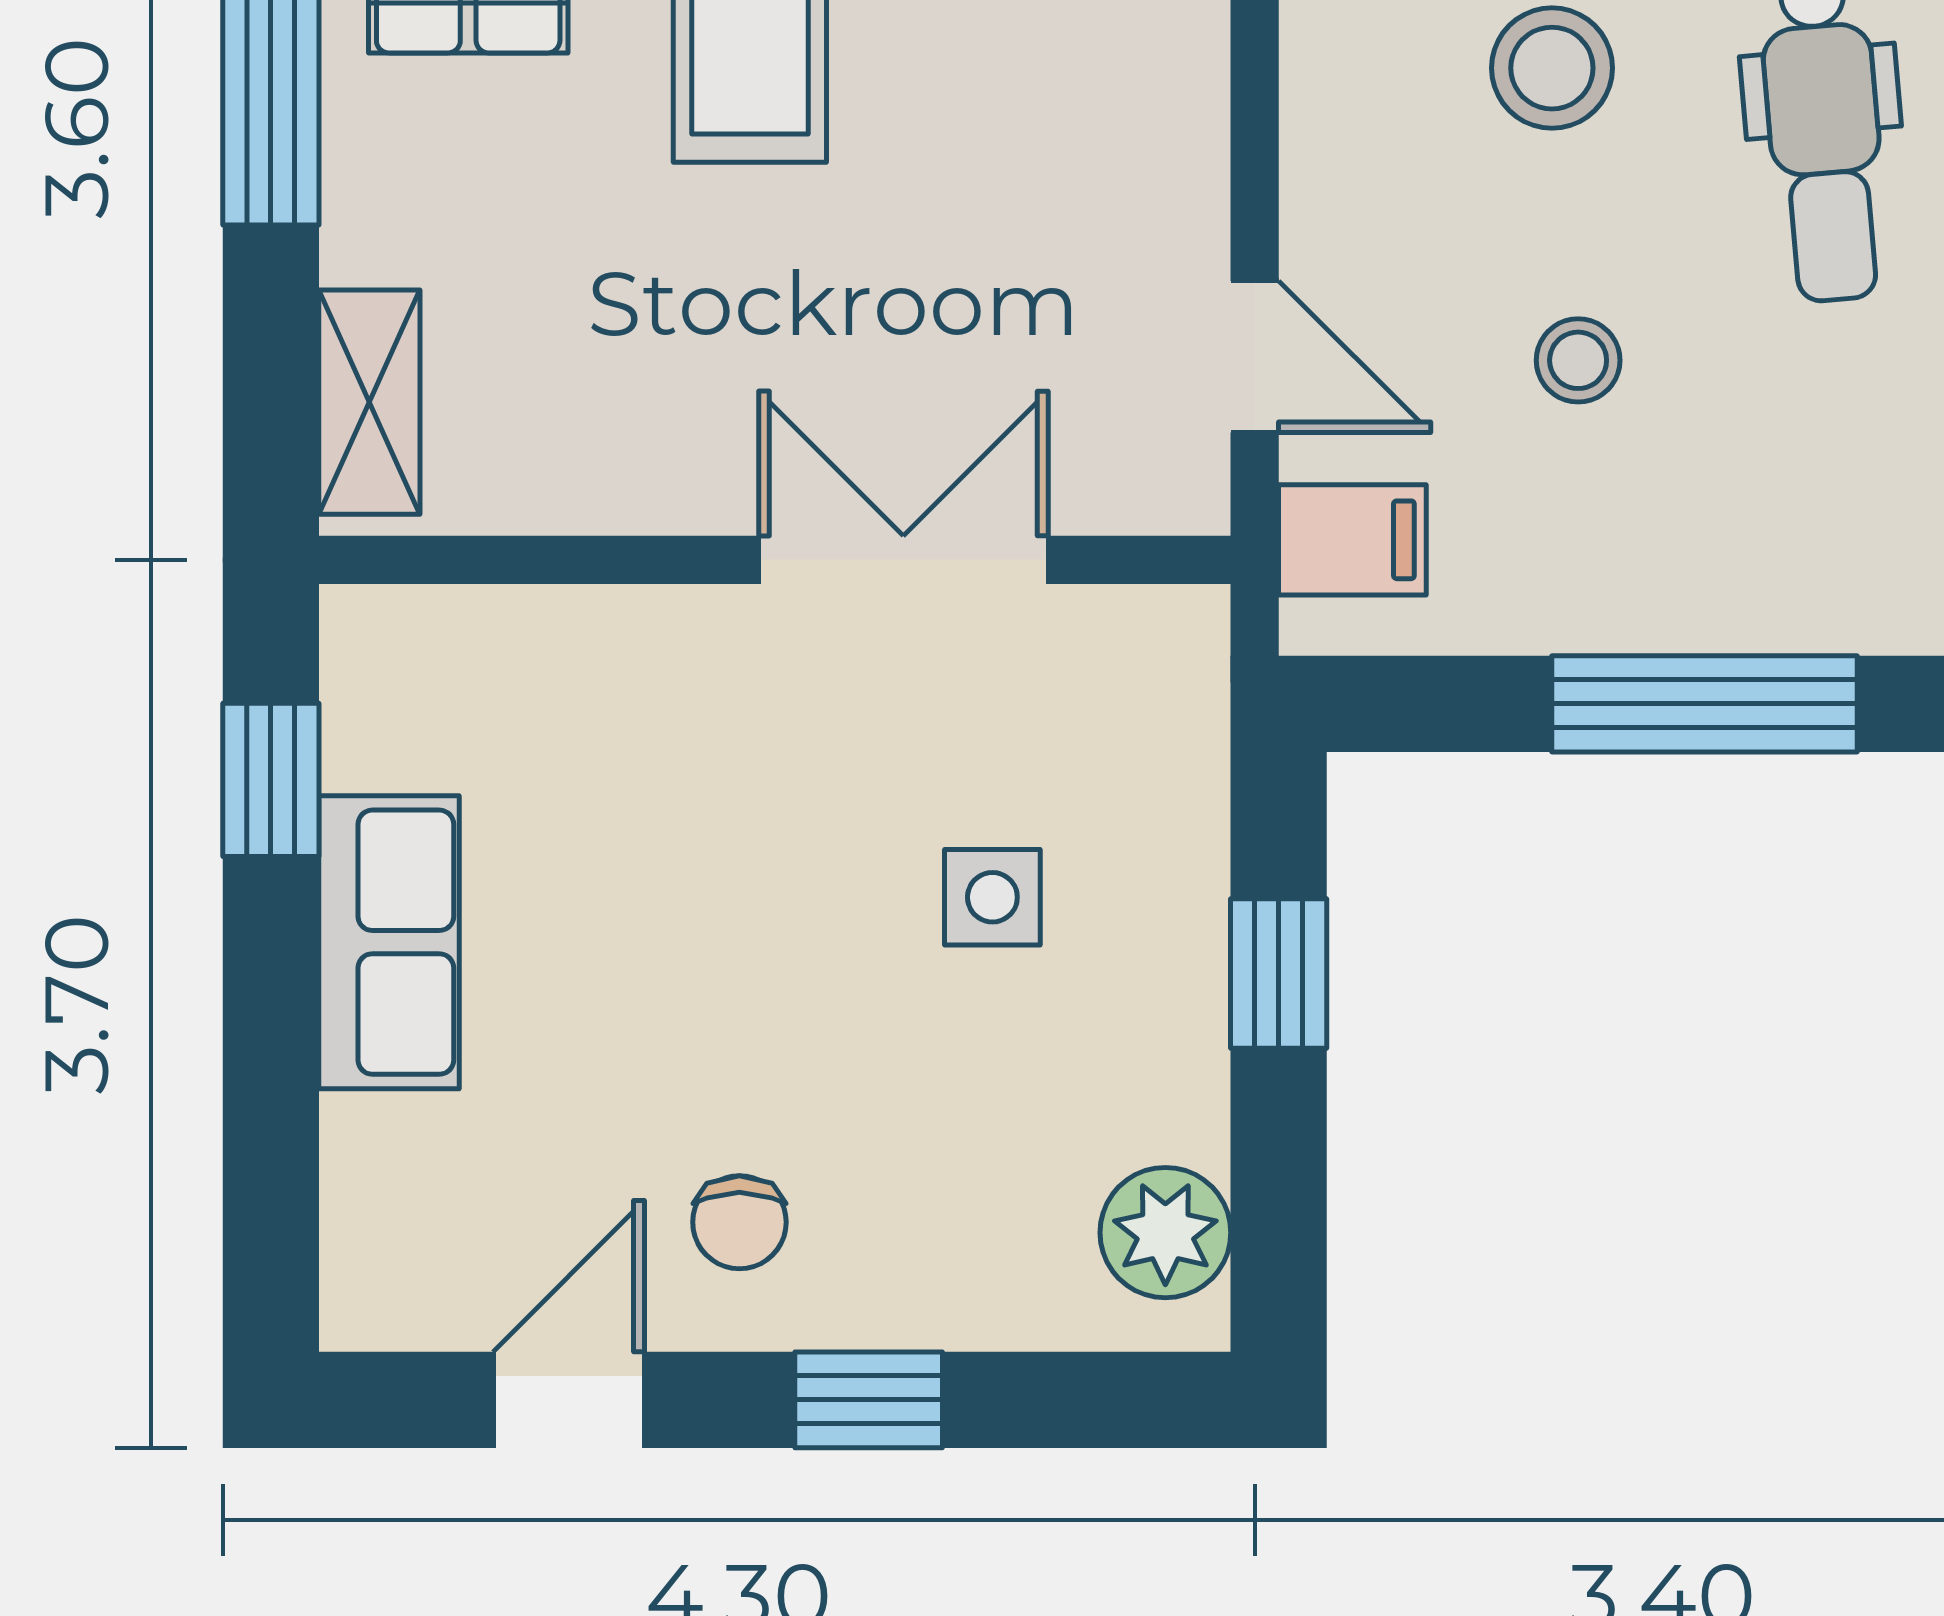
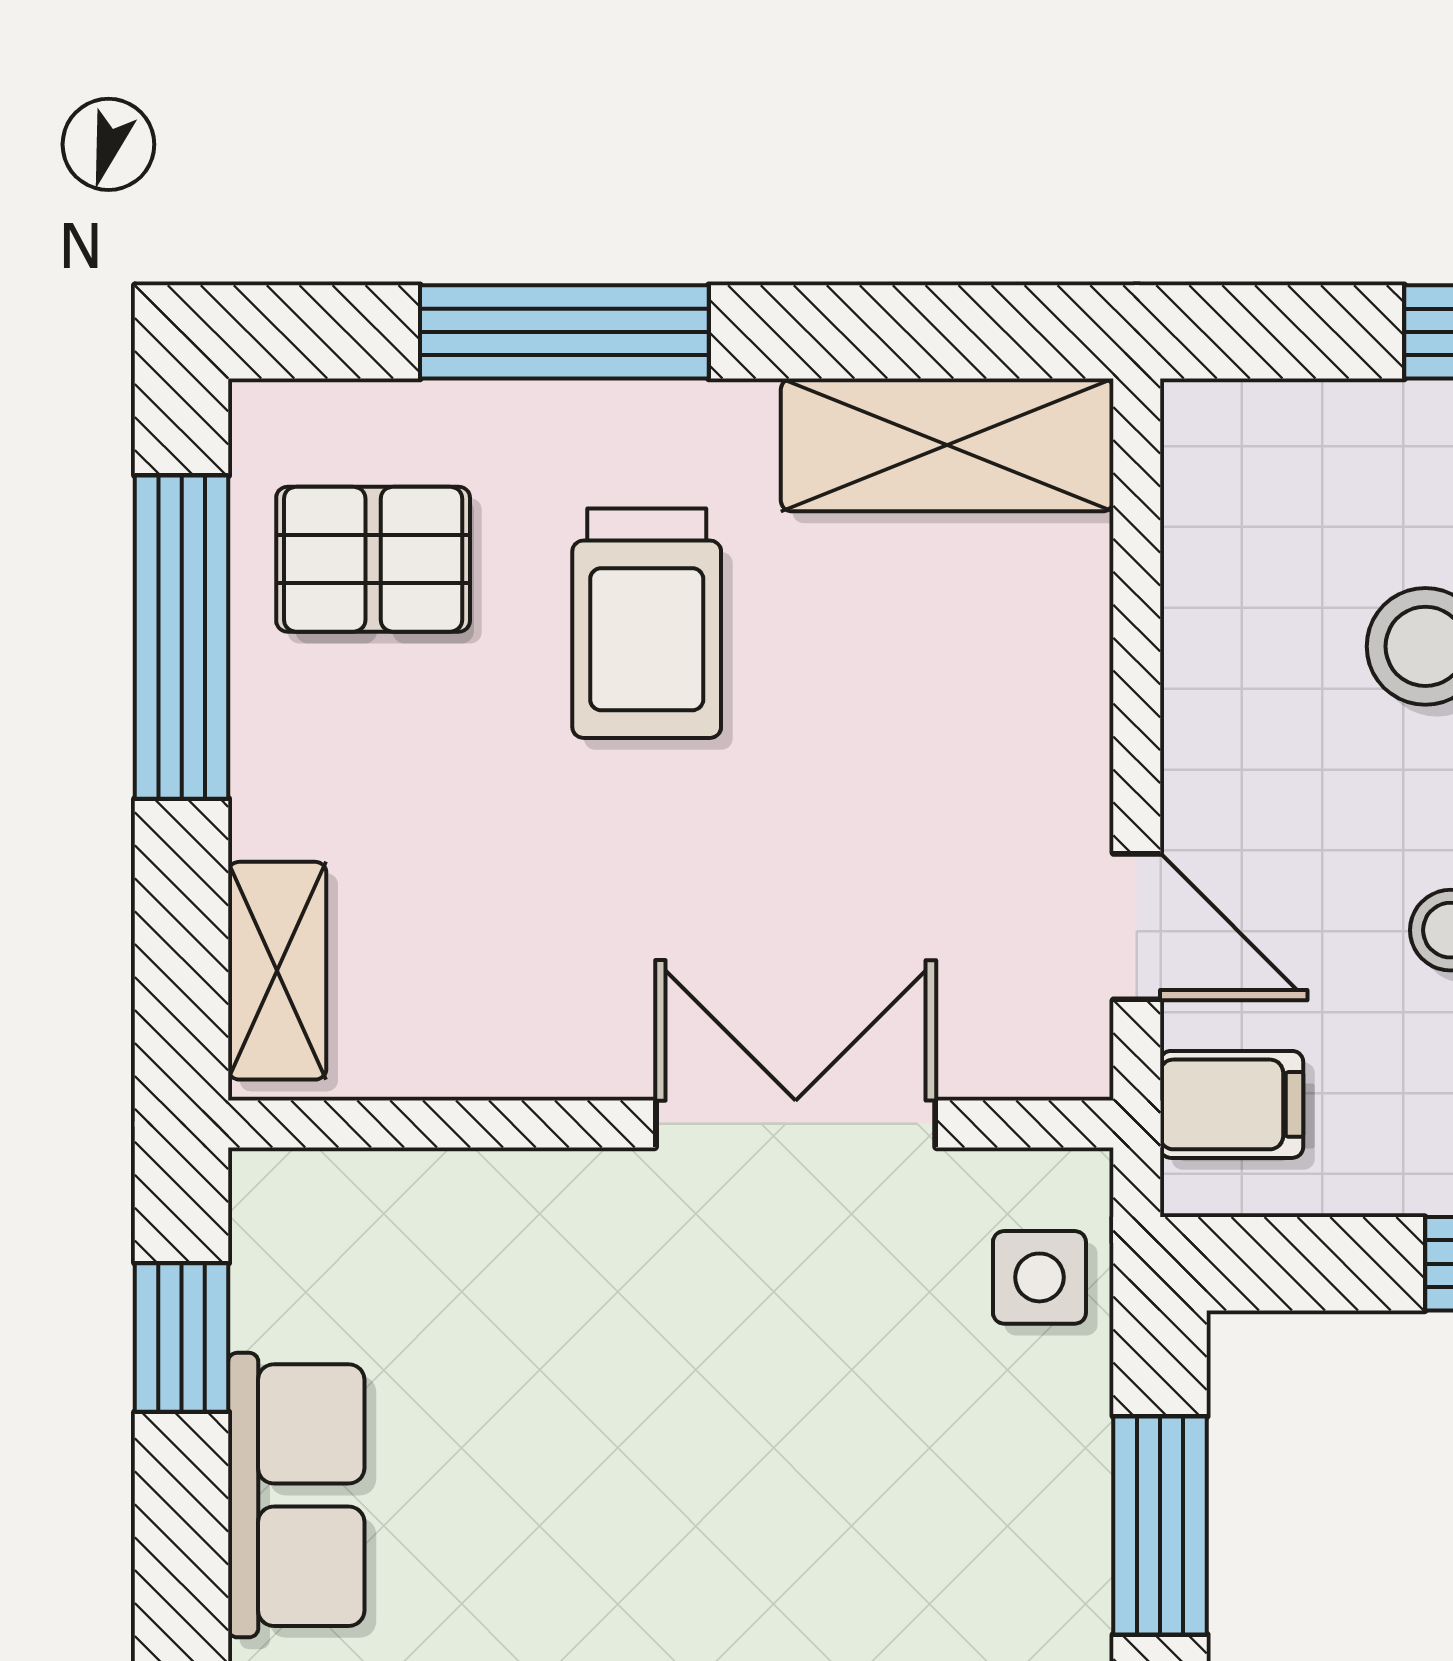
side table: (992, 897) -> (1039, 1277), moved
window: (1279, 973) -> (1160, 1525), width x1.50

